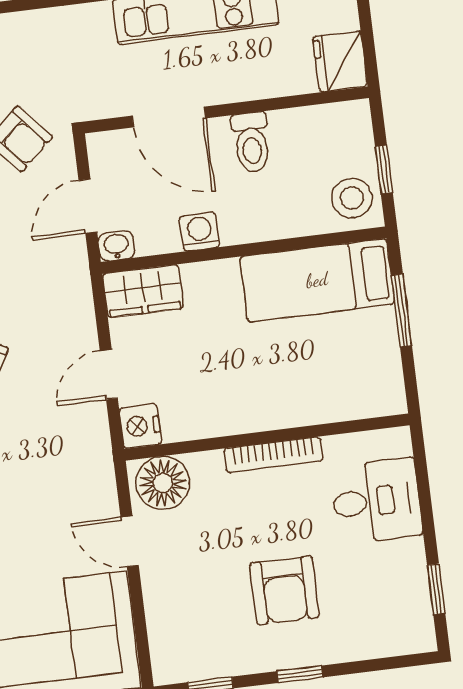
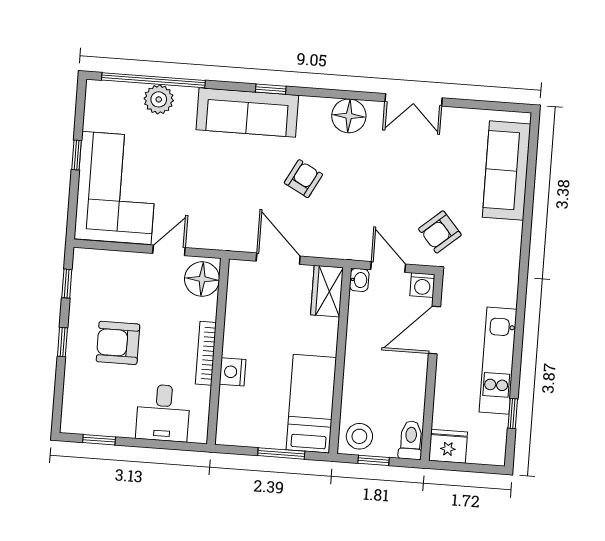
toilet: (251, 142) -> (411, 440), moved, turned 90
washing machine: (200, 232) -> (422, 285), moved, turned 90
door: (109, 374) -> (278, 259), width x1.38
nightstand: (140, 426) -> (233, 372), moved, turned -90

